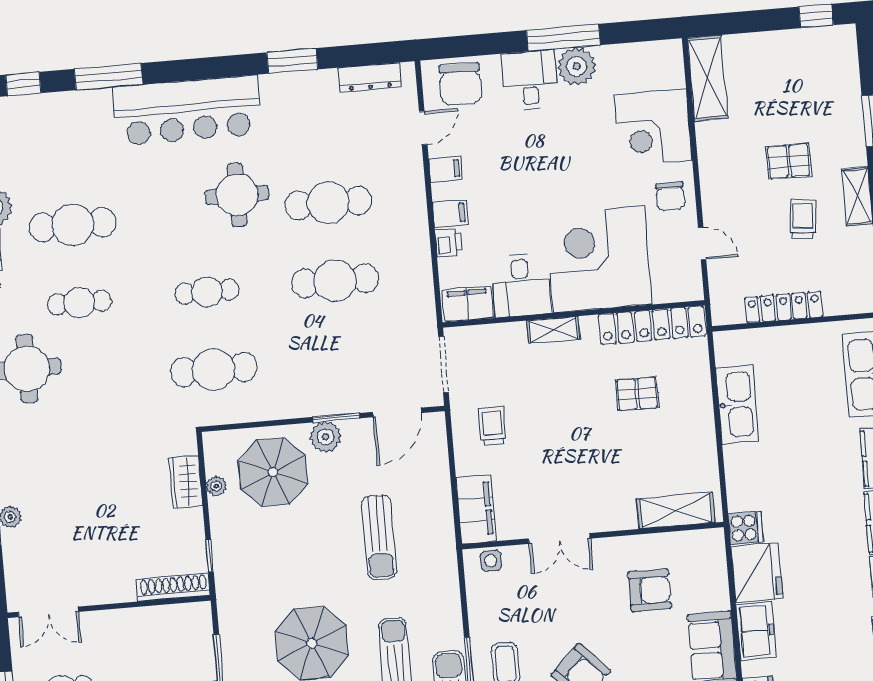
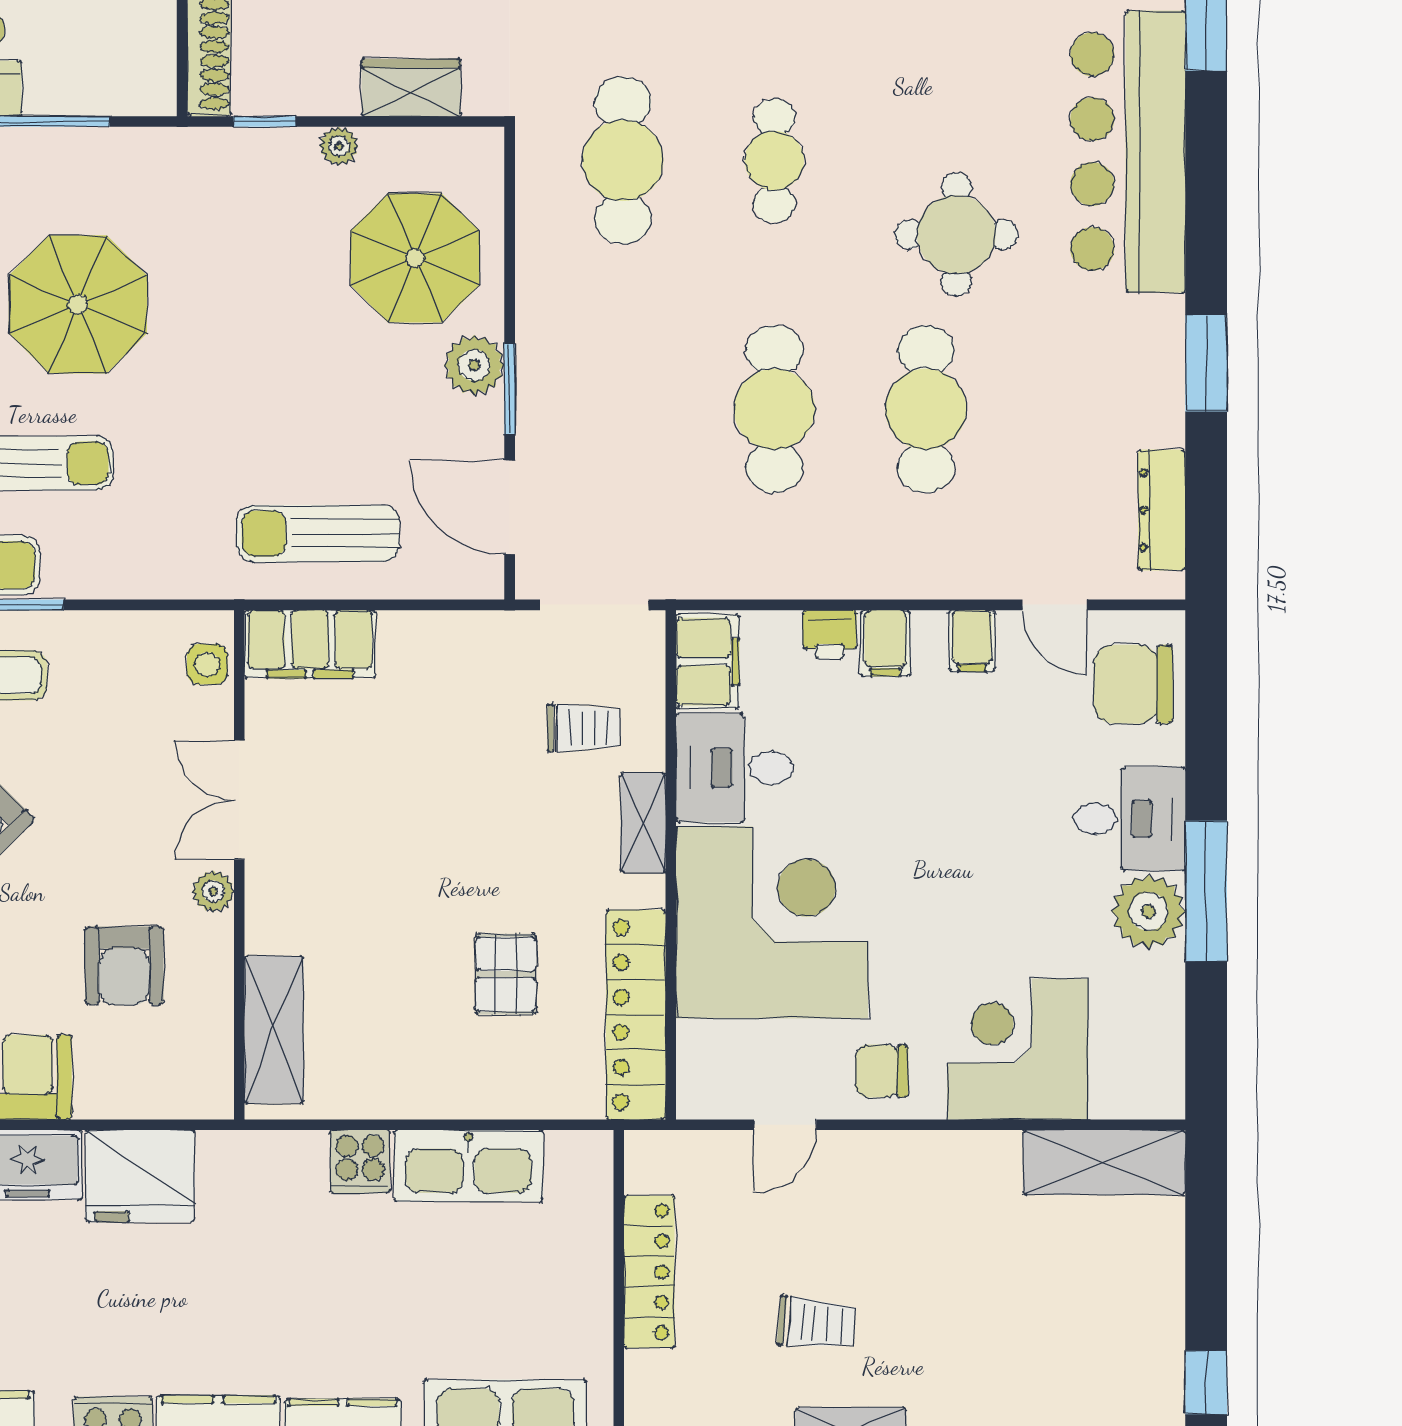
pallet: (789, 161) -> (930, 1305), removed
trolley: (492, 426) -> (584, 728), moved
plant: (216, 486) -> (339, 146), moved
cooker: (746, 528) -> (360, 1162), moved
sun lounger: (379, 537) -> (318, 534), moved
plant: (607, 548) -> (213, 891), added

